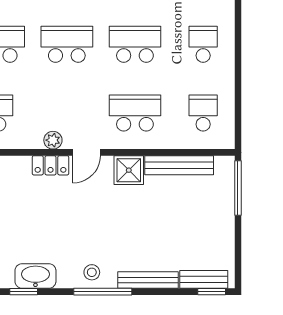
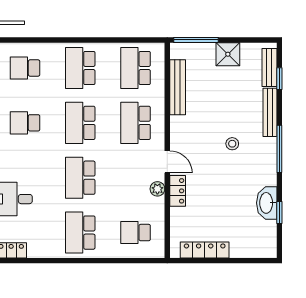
school desk: (203, 44) -> (80, 68), width x1.85
school desk: (203, 113) -> (136, 68), width x1.85
shower: (129, 170) -> (228, 54), moved
stool: (92, 272) -> (232, 144), moved
window: (212, 292) -> (279, 79), moved

